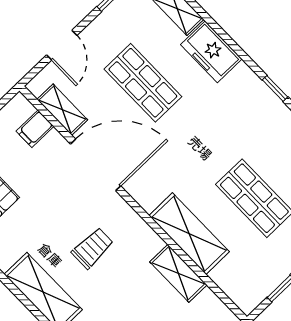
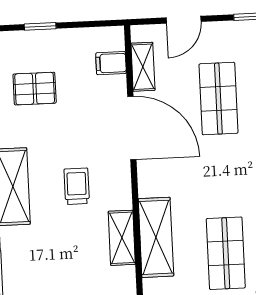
trolley: (92, 248) -> (77, 186), turned -90
shelving: (178, 273) -> (122, 238), moved

